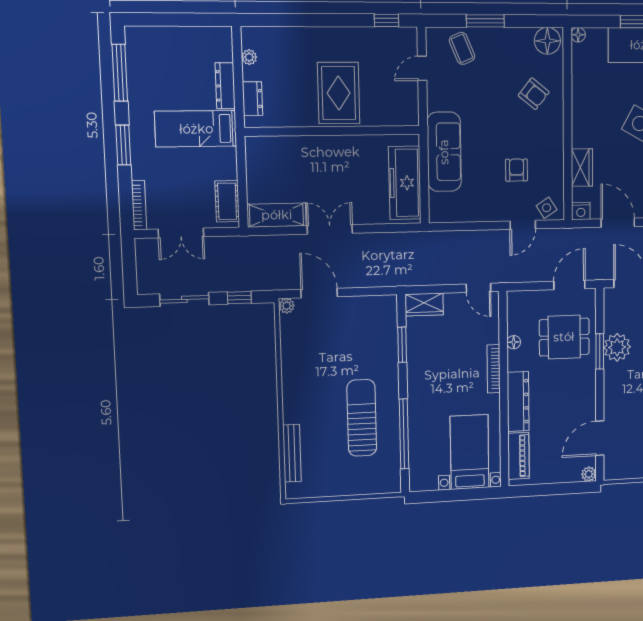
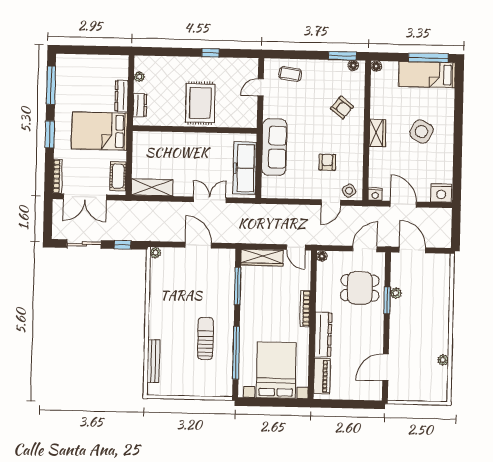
window: (387, 20) -> (210, 53), moved
window: (485, 21) -> (342, 56), moved
floor lamp: (547, 41) -> (353, 65), width x0.53, depth x0.53
coffee table: (462, 48) -> (290, 74), turned -59
bed: (196, 129) -> (99, 131), width x1.50
wardrobe: (582, 168) -> (377, 133), moved
double door: (330, 229) -> (210, 200), moved
double door: (181, 233) -> (85, 197), width x1.37
door: (319, 293) -> (198, 245), moved
wardrobe: (424, 305) -> (262, 258), width x1.50
floor lamp: (514, 342) -> (322, 256), moved
window: (402, 345) -> (238, 286), width x1.44
plant: (617, 347) -> (396, 293), width x0.53, depth x0.53
sun lounger: (362, 418) -> (205, 338), width x0.73, depth x0.75
bed with nightstands: (470, 452) -> (276, 370), width x1.36
plant: (589, 474) -> (376, 395), removed

